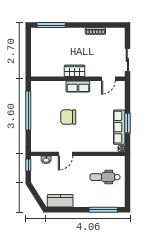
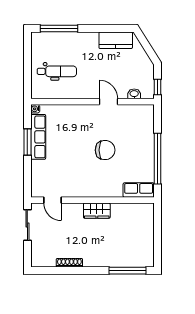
door: (108, 79) -> (53, 200), swing flipped
row of seats: (78, 86) -> (139, 190), moved
door: (66, 154) -> (109, 102), hinge flipped

